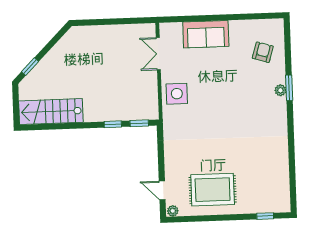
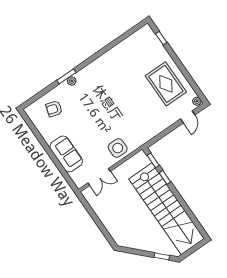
stairs: (51, 112) -> (167, 209), width x1.86, depth x1.51

